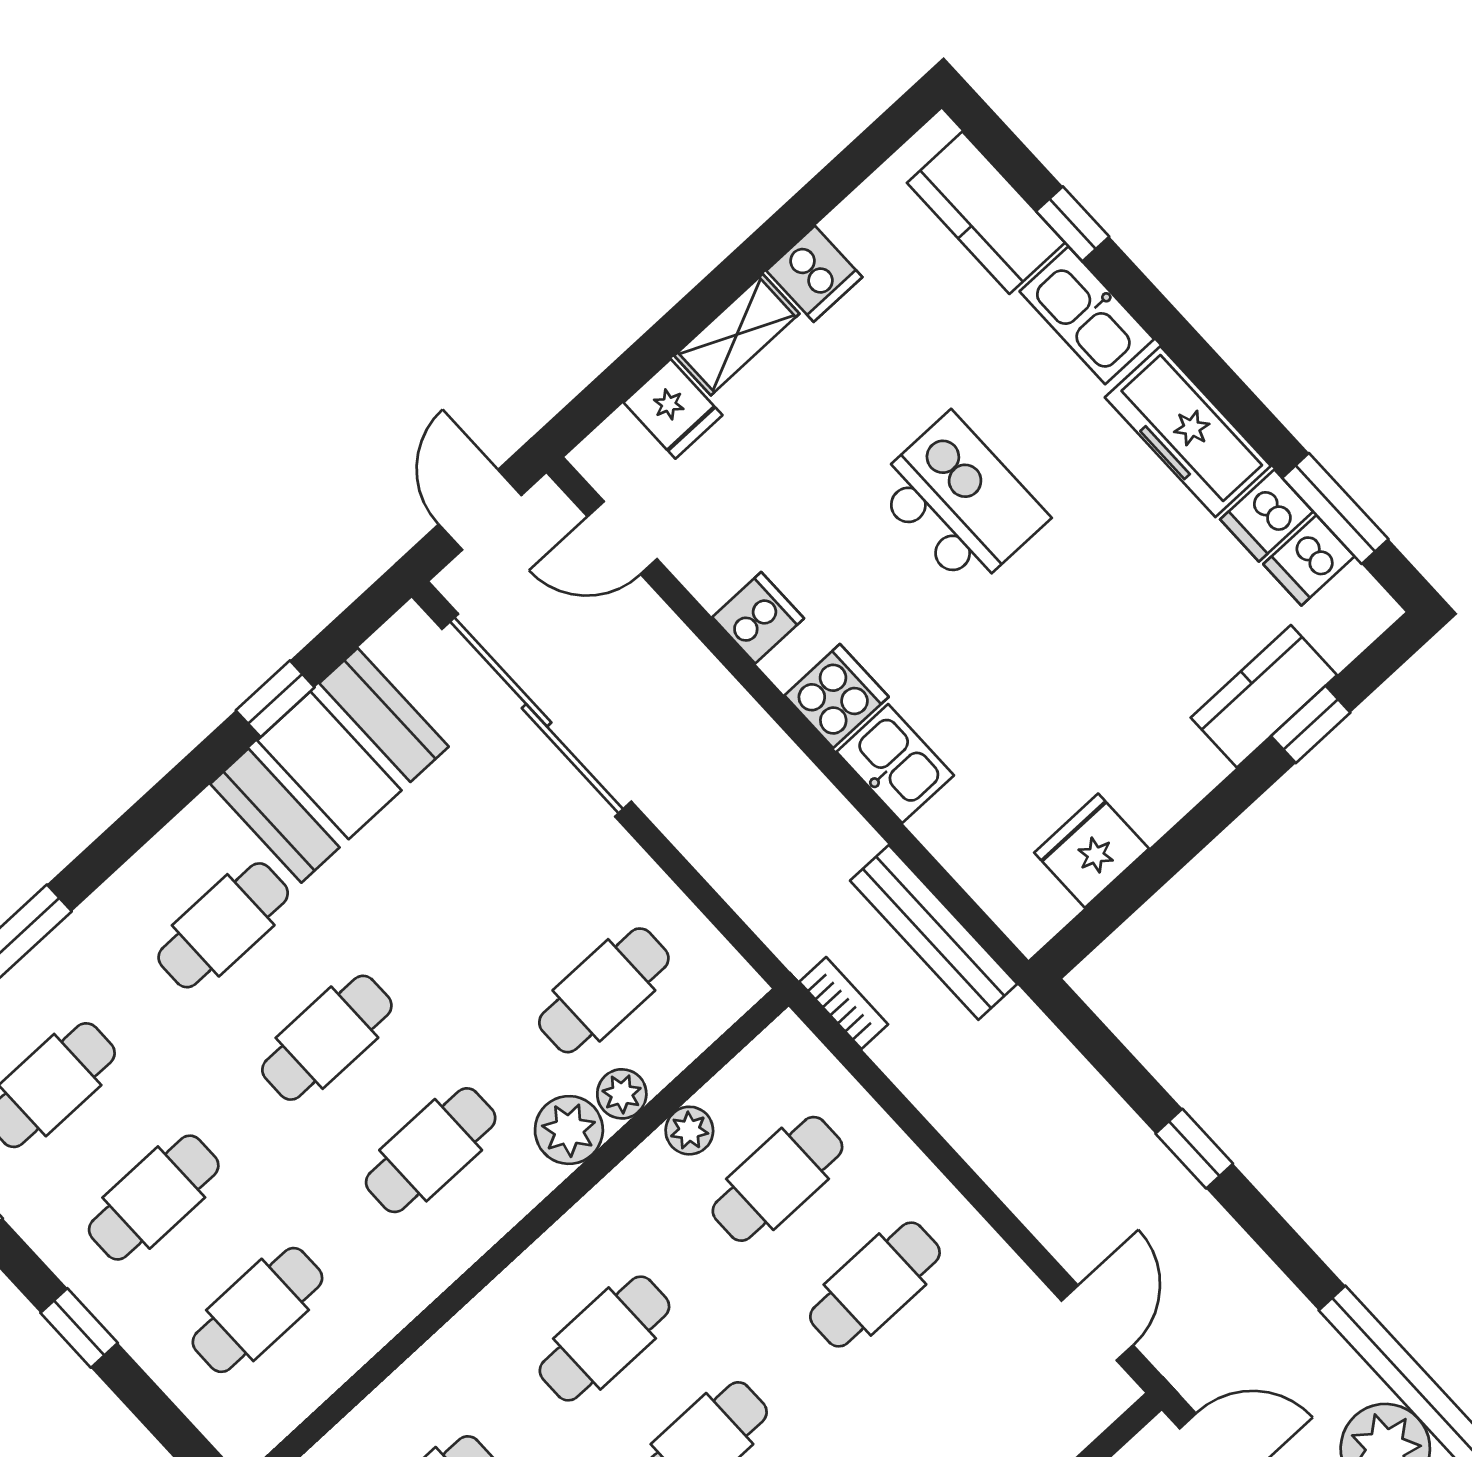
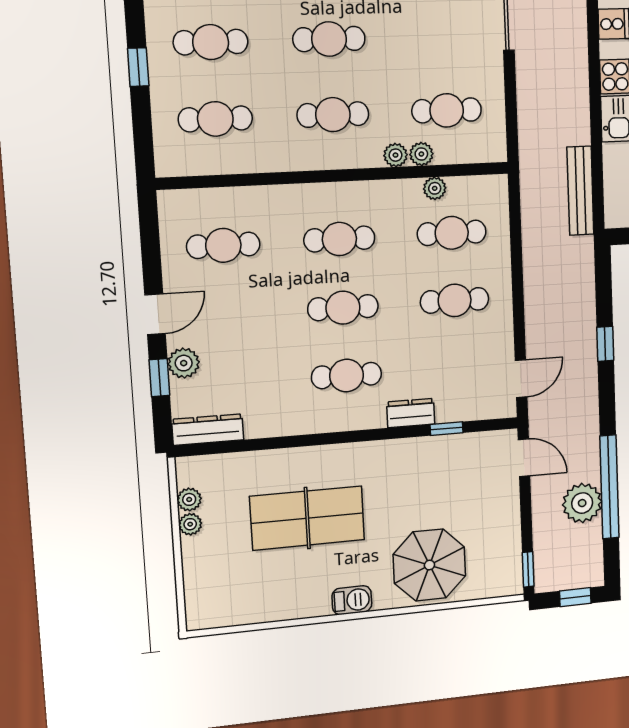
bookcase: (844, 1003) -> (528, 189), removed
plant: (569, 1130) -> (395, 155), width x0.73, depth x0.73

